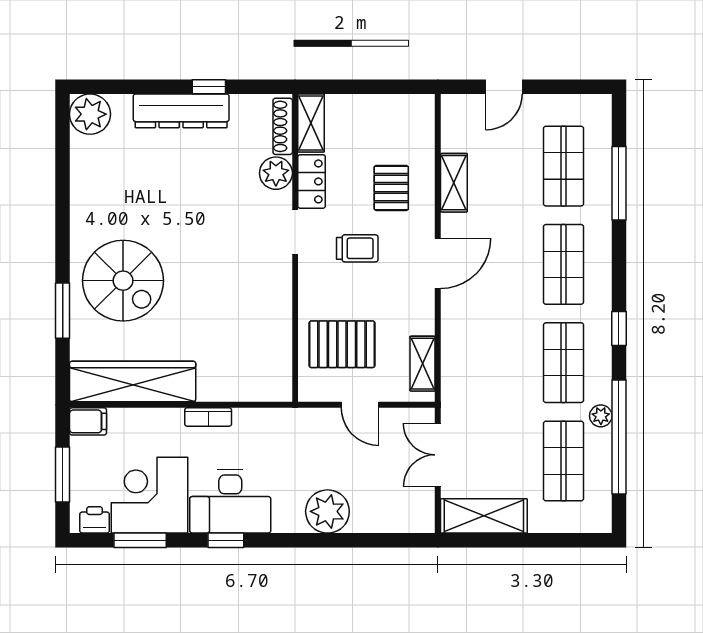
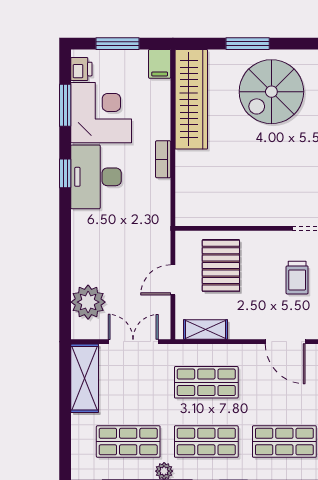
shop shelf: (489, 363) -> (206, 382), added
plant: (327, 511) -> (88, 302), moved

